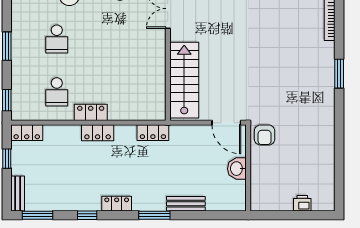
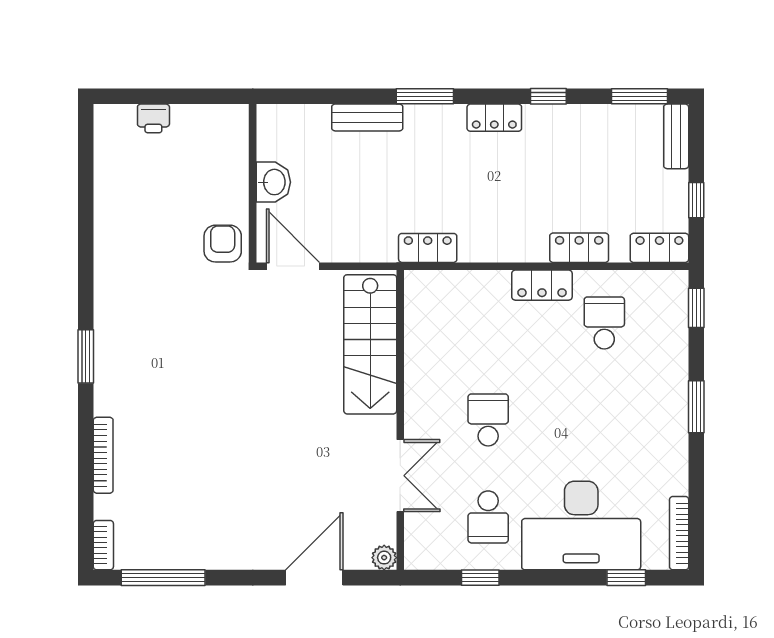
school desk: (57, 39) -> (488, 420), moved
locker: (98, 133) -> (579, 248), moved

